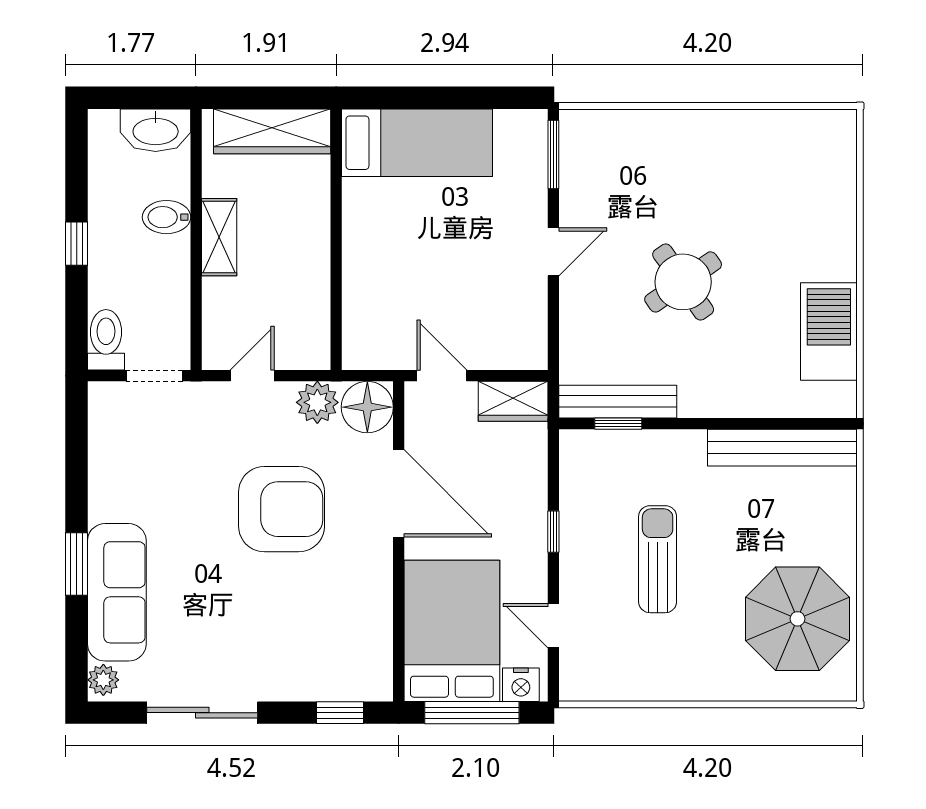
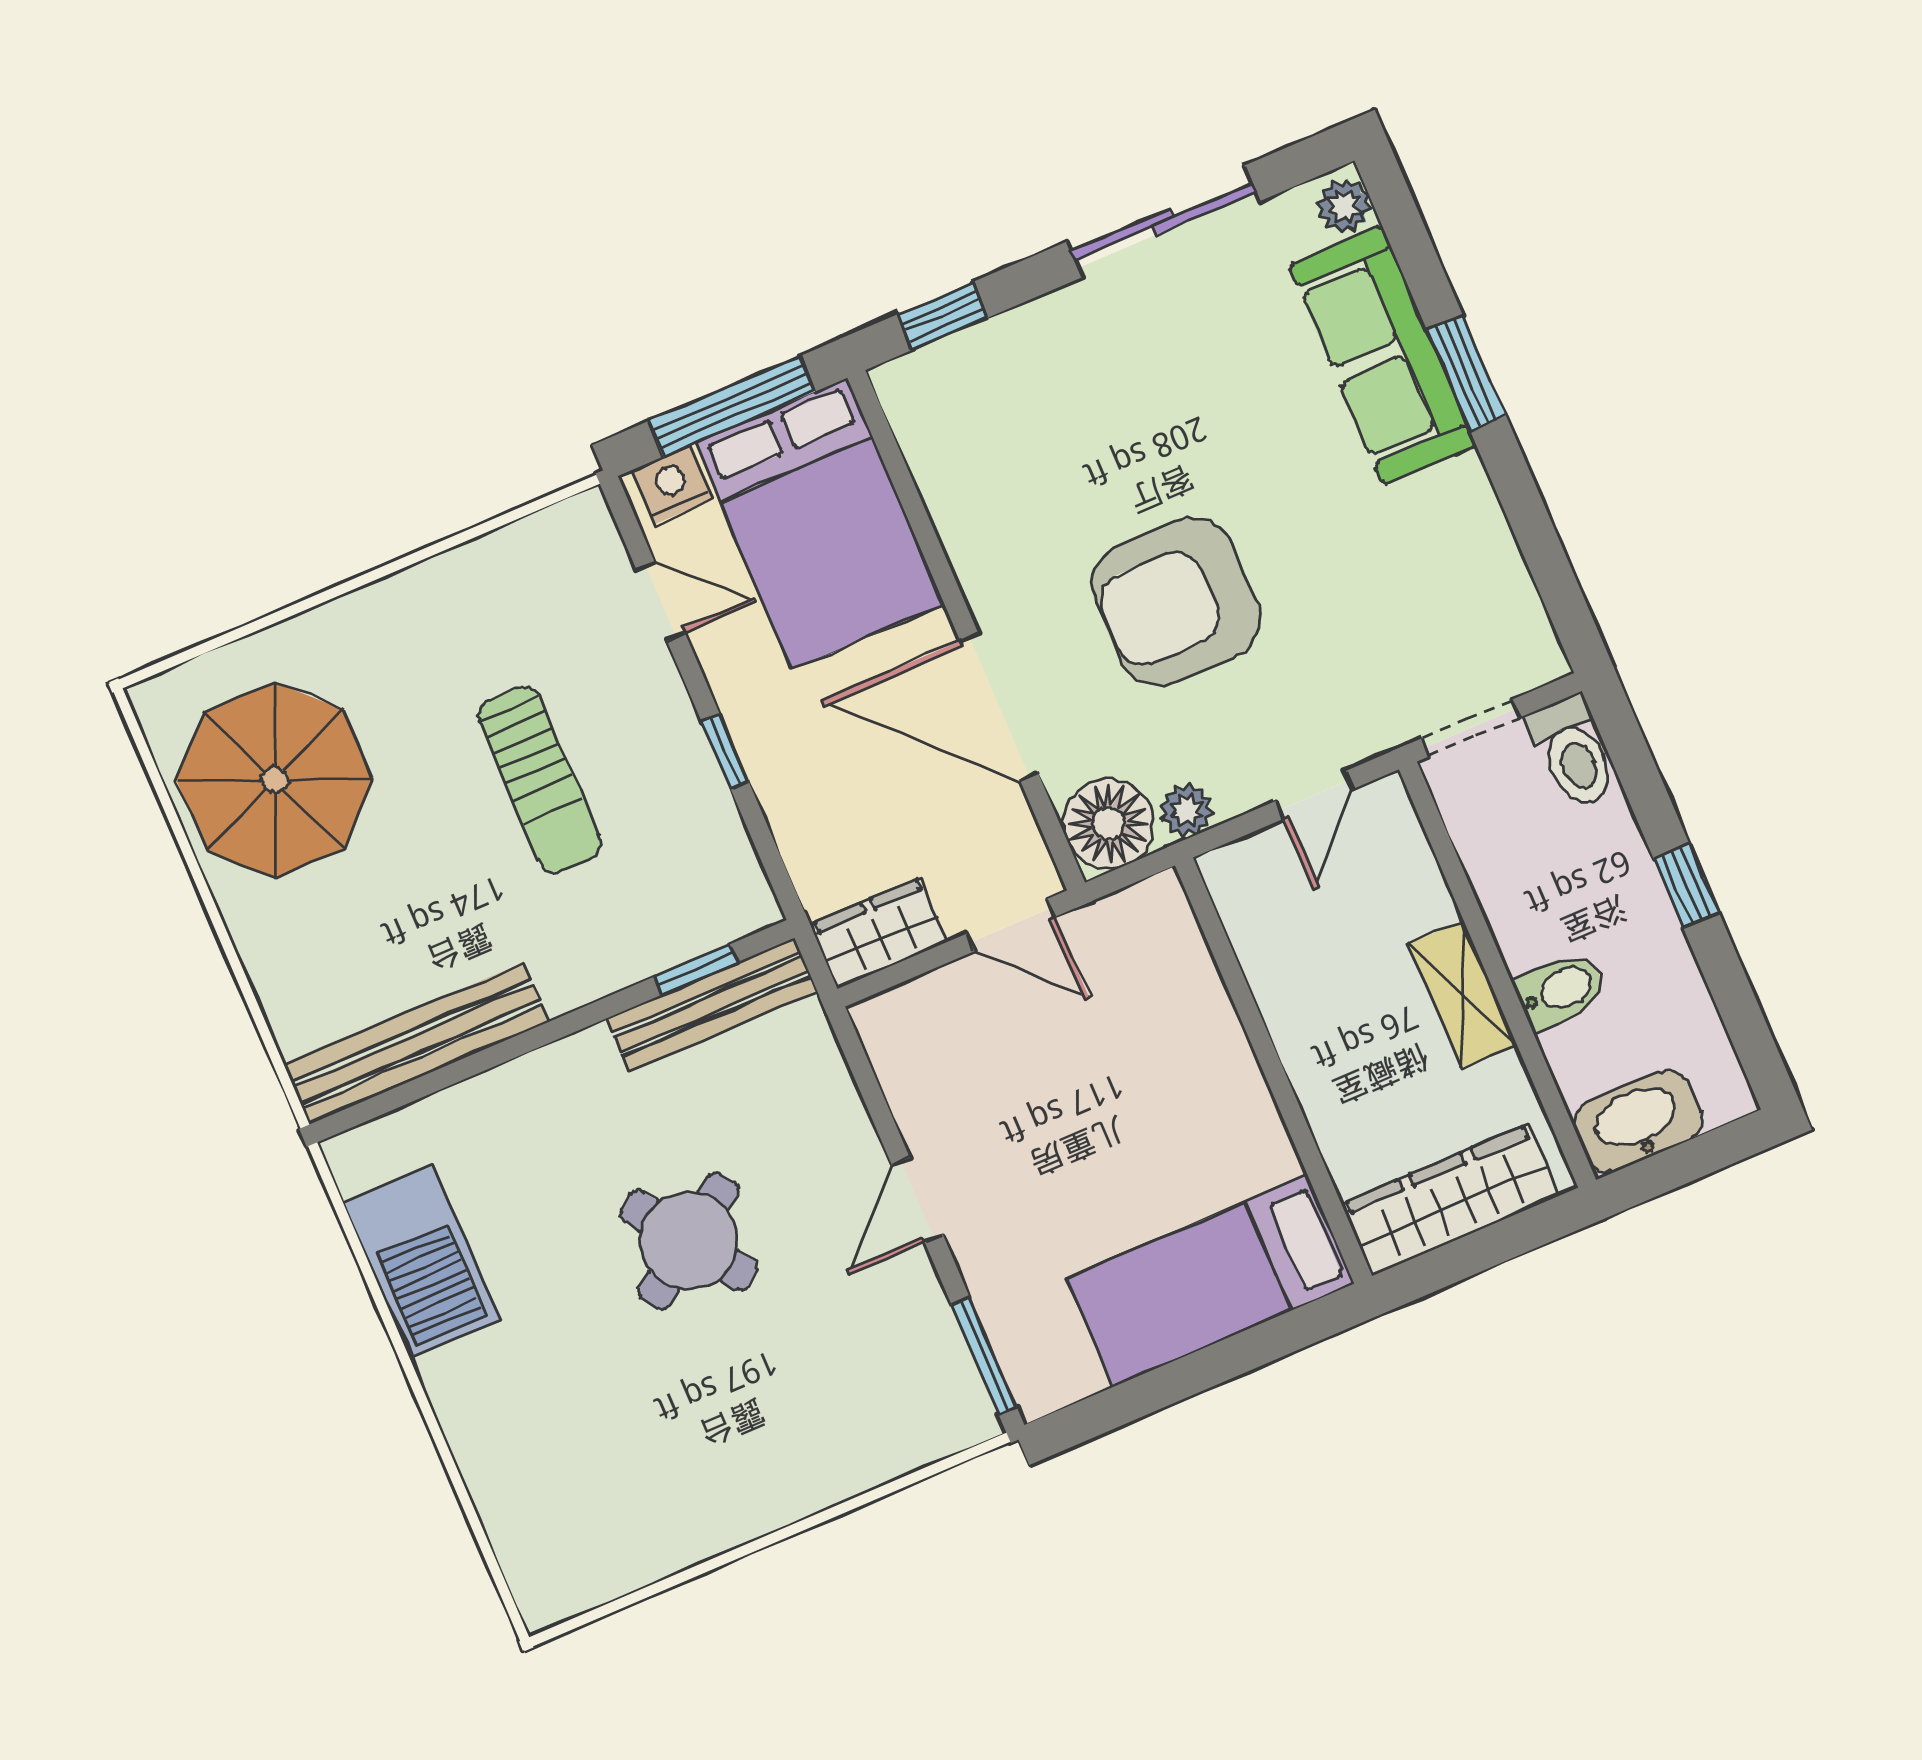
plant: (317, 402) -> (1187, 810), width x0.73, depth x0.73

